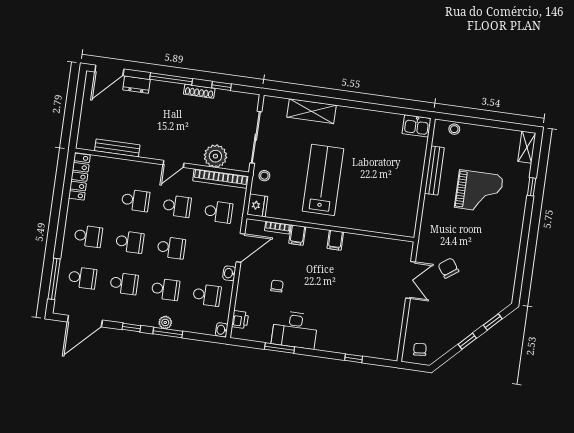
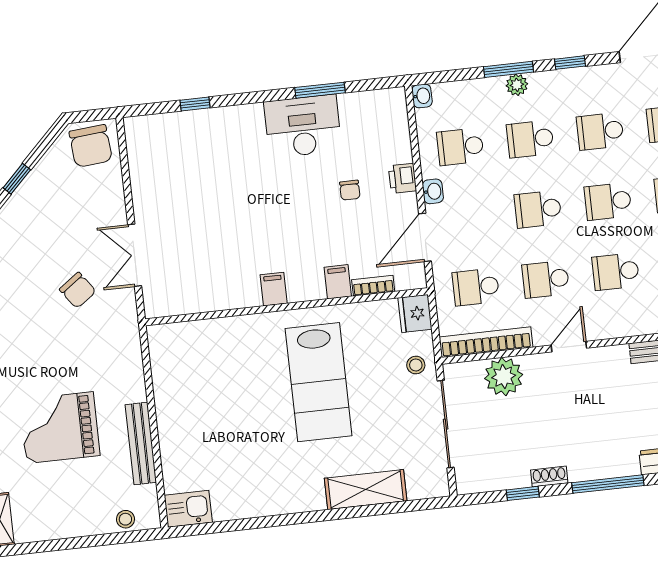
shoe rack: (199, 91) -> (549, 477), width x0.70
printer: (240, 320) -> (403, 178), moved
chair: (420, 349) -> (91, 146), width x1.87, depth x1.87

